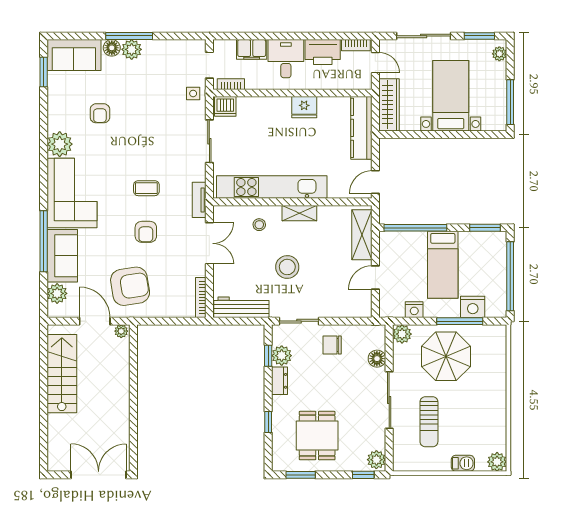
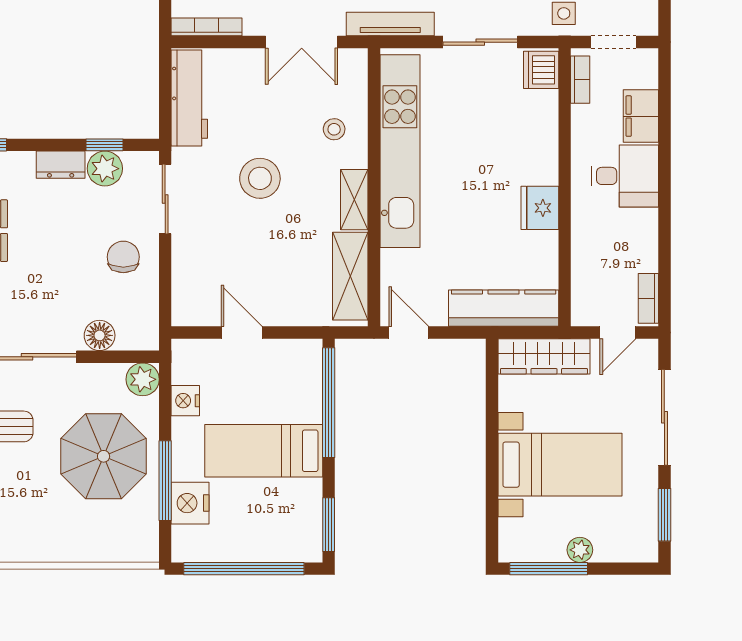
printer: (323, 52) -> (636, 240), removed
plant: (499, 54) -> (580, 550), moved
tv unit: (199, 200) -> (390, 24), width x1.41
shelving: (362, 235) -> (350, 276), moved, turned 90

